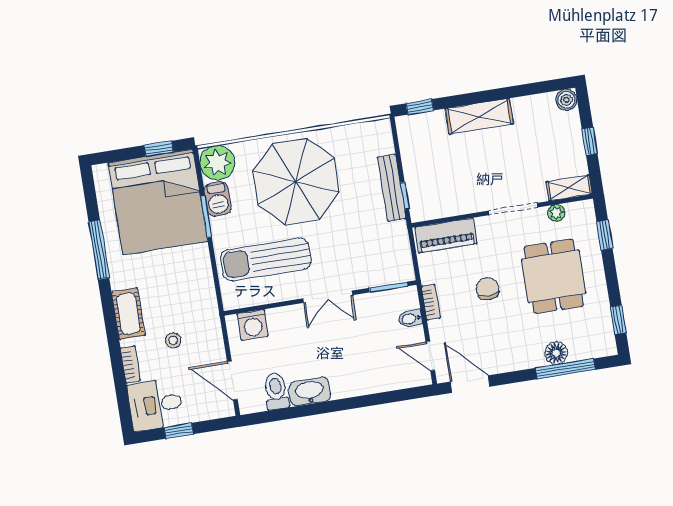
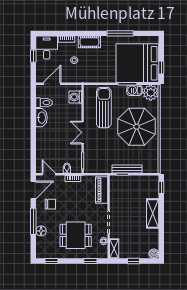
chair: (488, 289) -> (50, 204), moved
door: (430, 356) -> (49, 174), hinge flipped
window: (565, 369) -> (33, 221), moved

